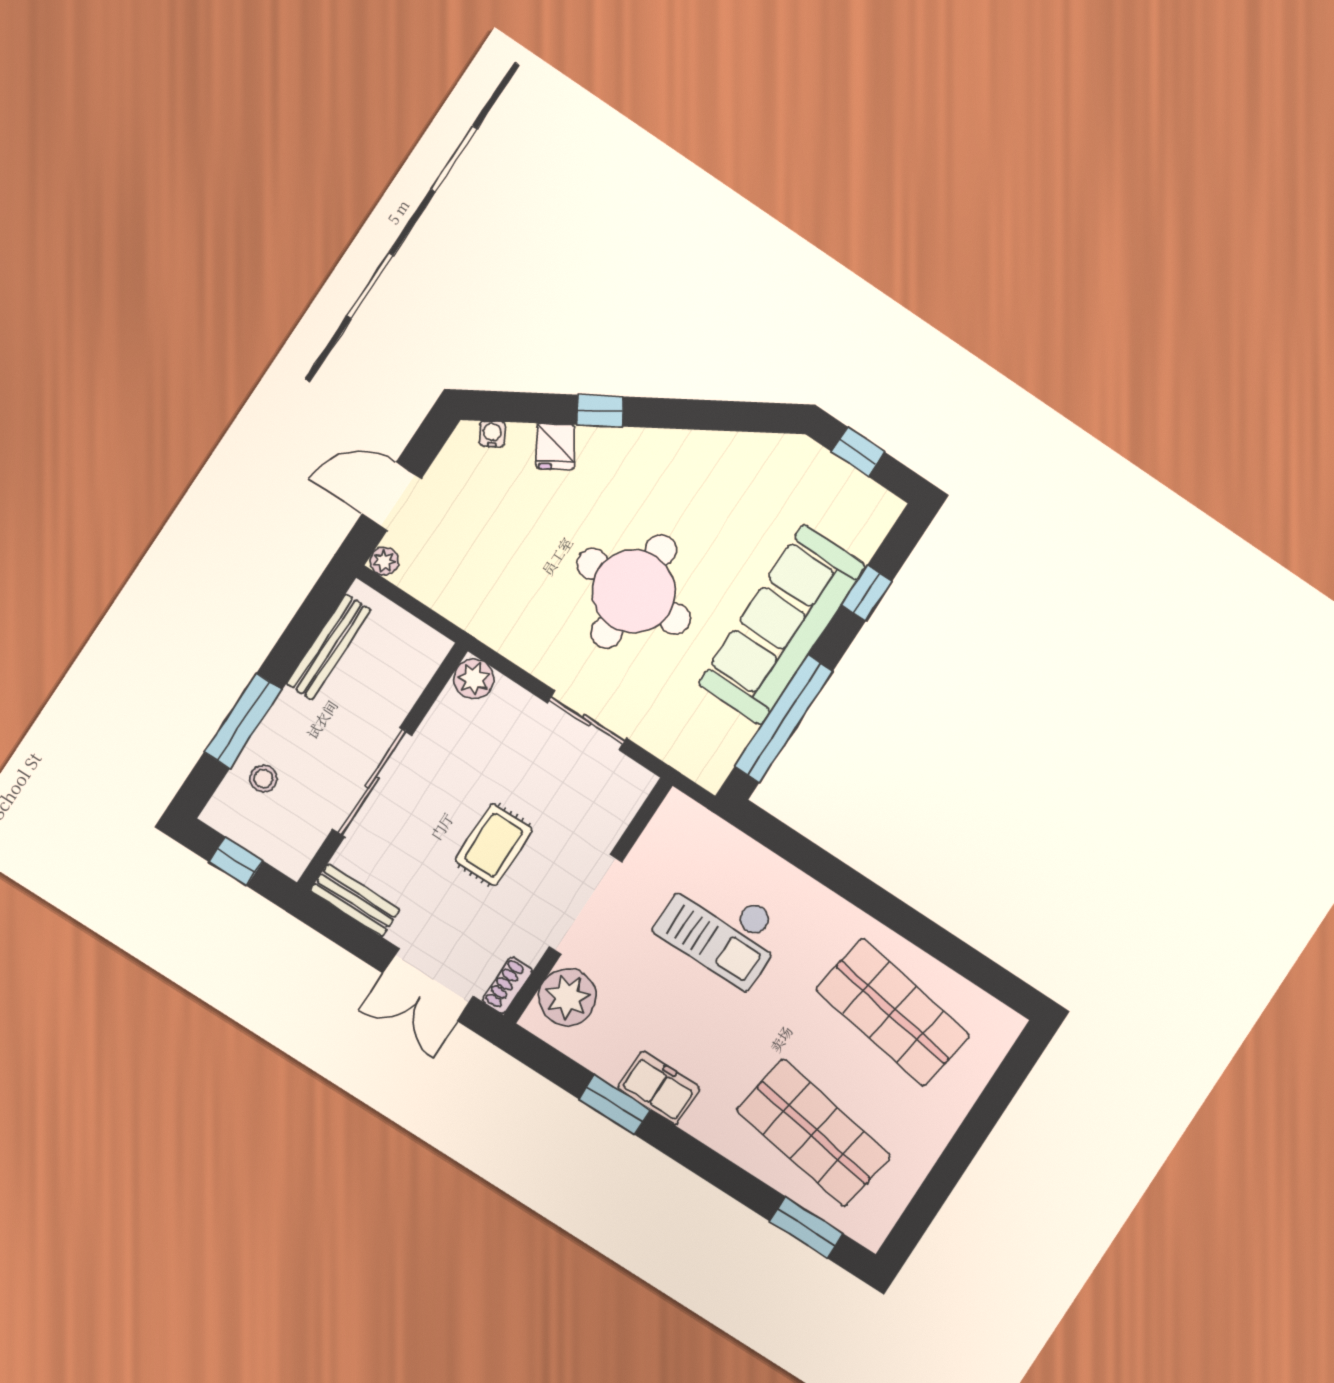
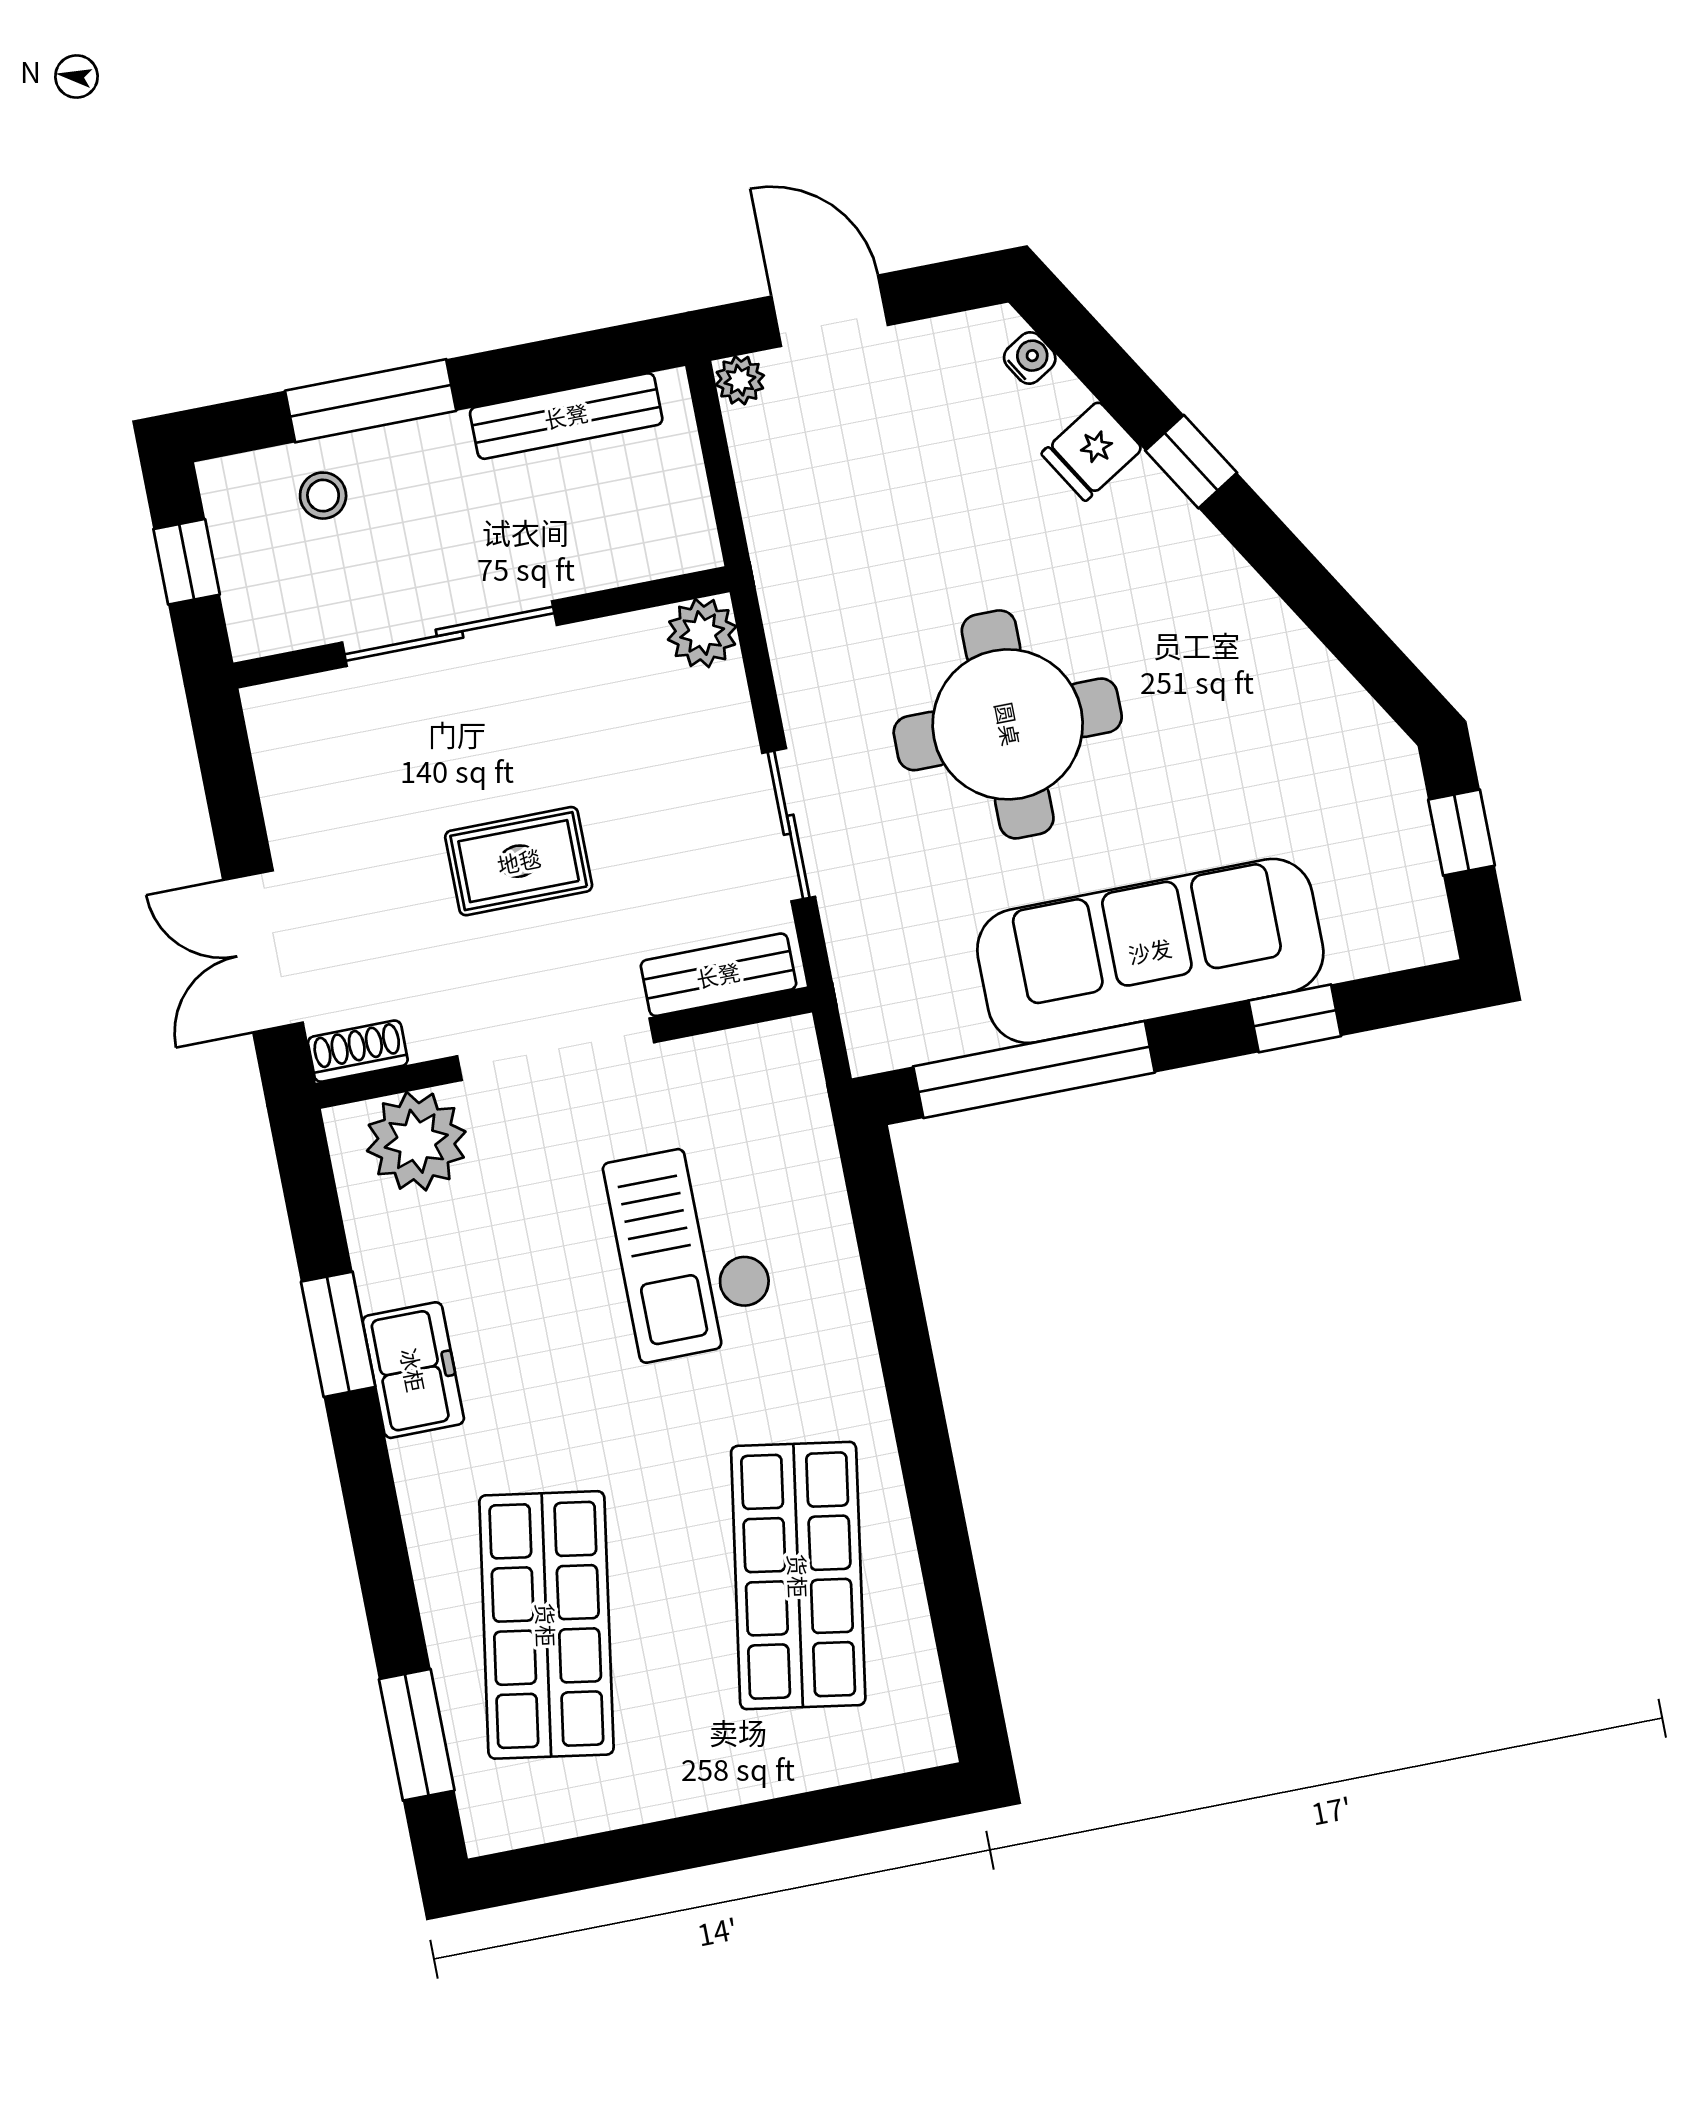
bench: (355, 900) -> (718, 975), moved, turned 90

